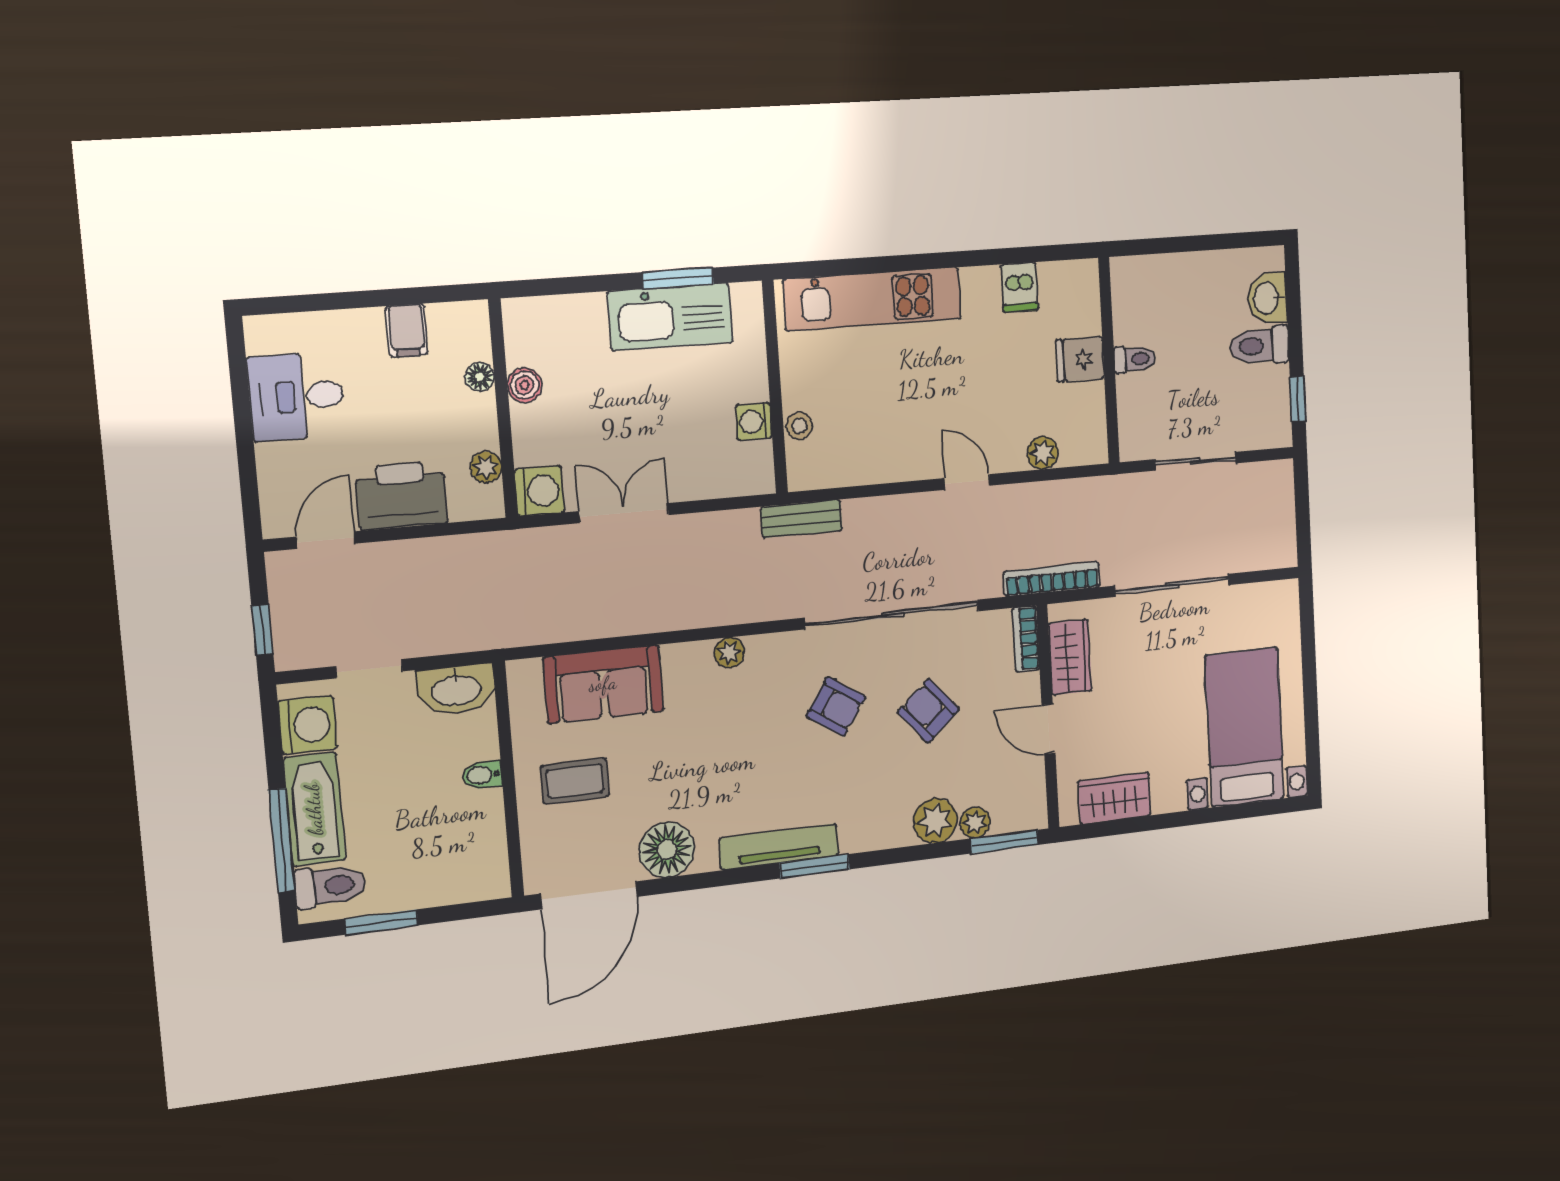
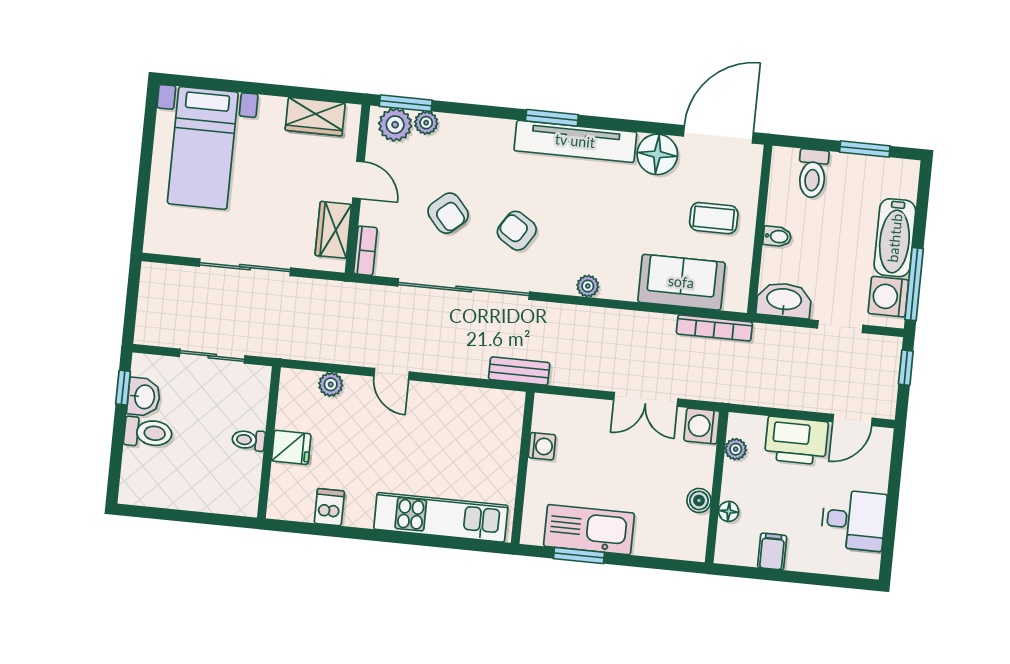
washbasin: (1267, 298) -> (144, 397), moved
stool: (799, 426) -> (509, 437), removed
bookcase: (1052, 579) -> (714, 328), moved
plant: (935, 821) -> (395, 125), moved
window: (282, 840) -> (914, 284), moved
tv unit: (779, 847) -> (575, 141), width x1.36, depth x1.29
toilet: (330, 886) -> (813, 173), moved, turned -90

